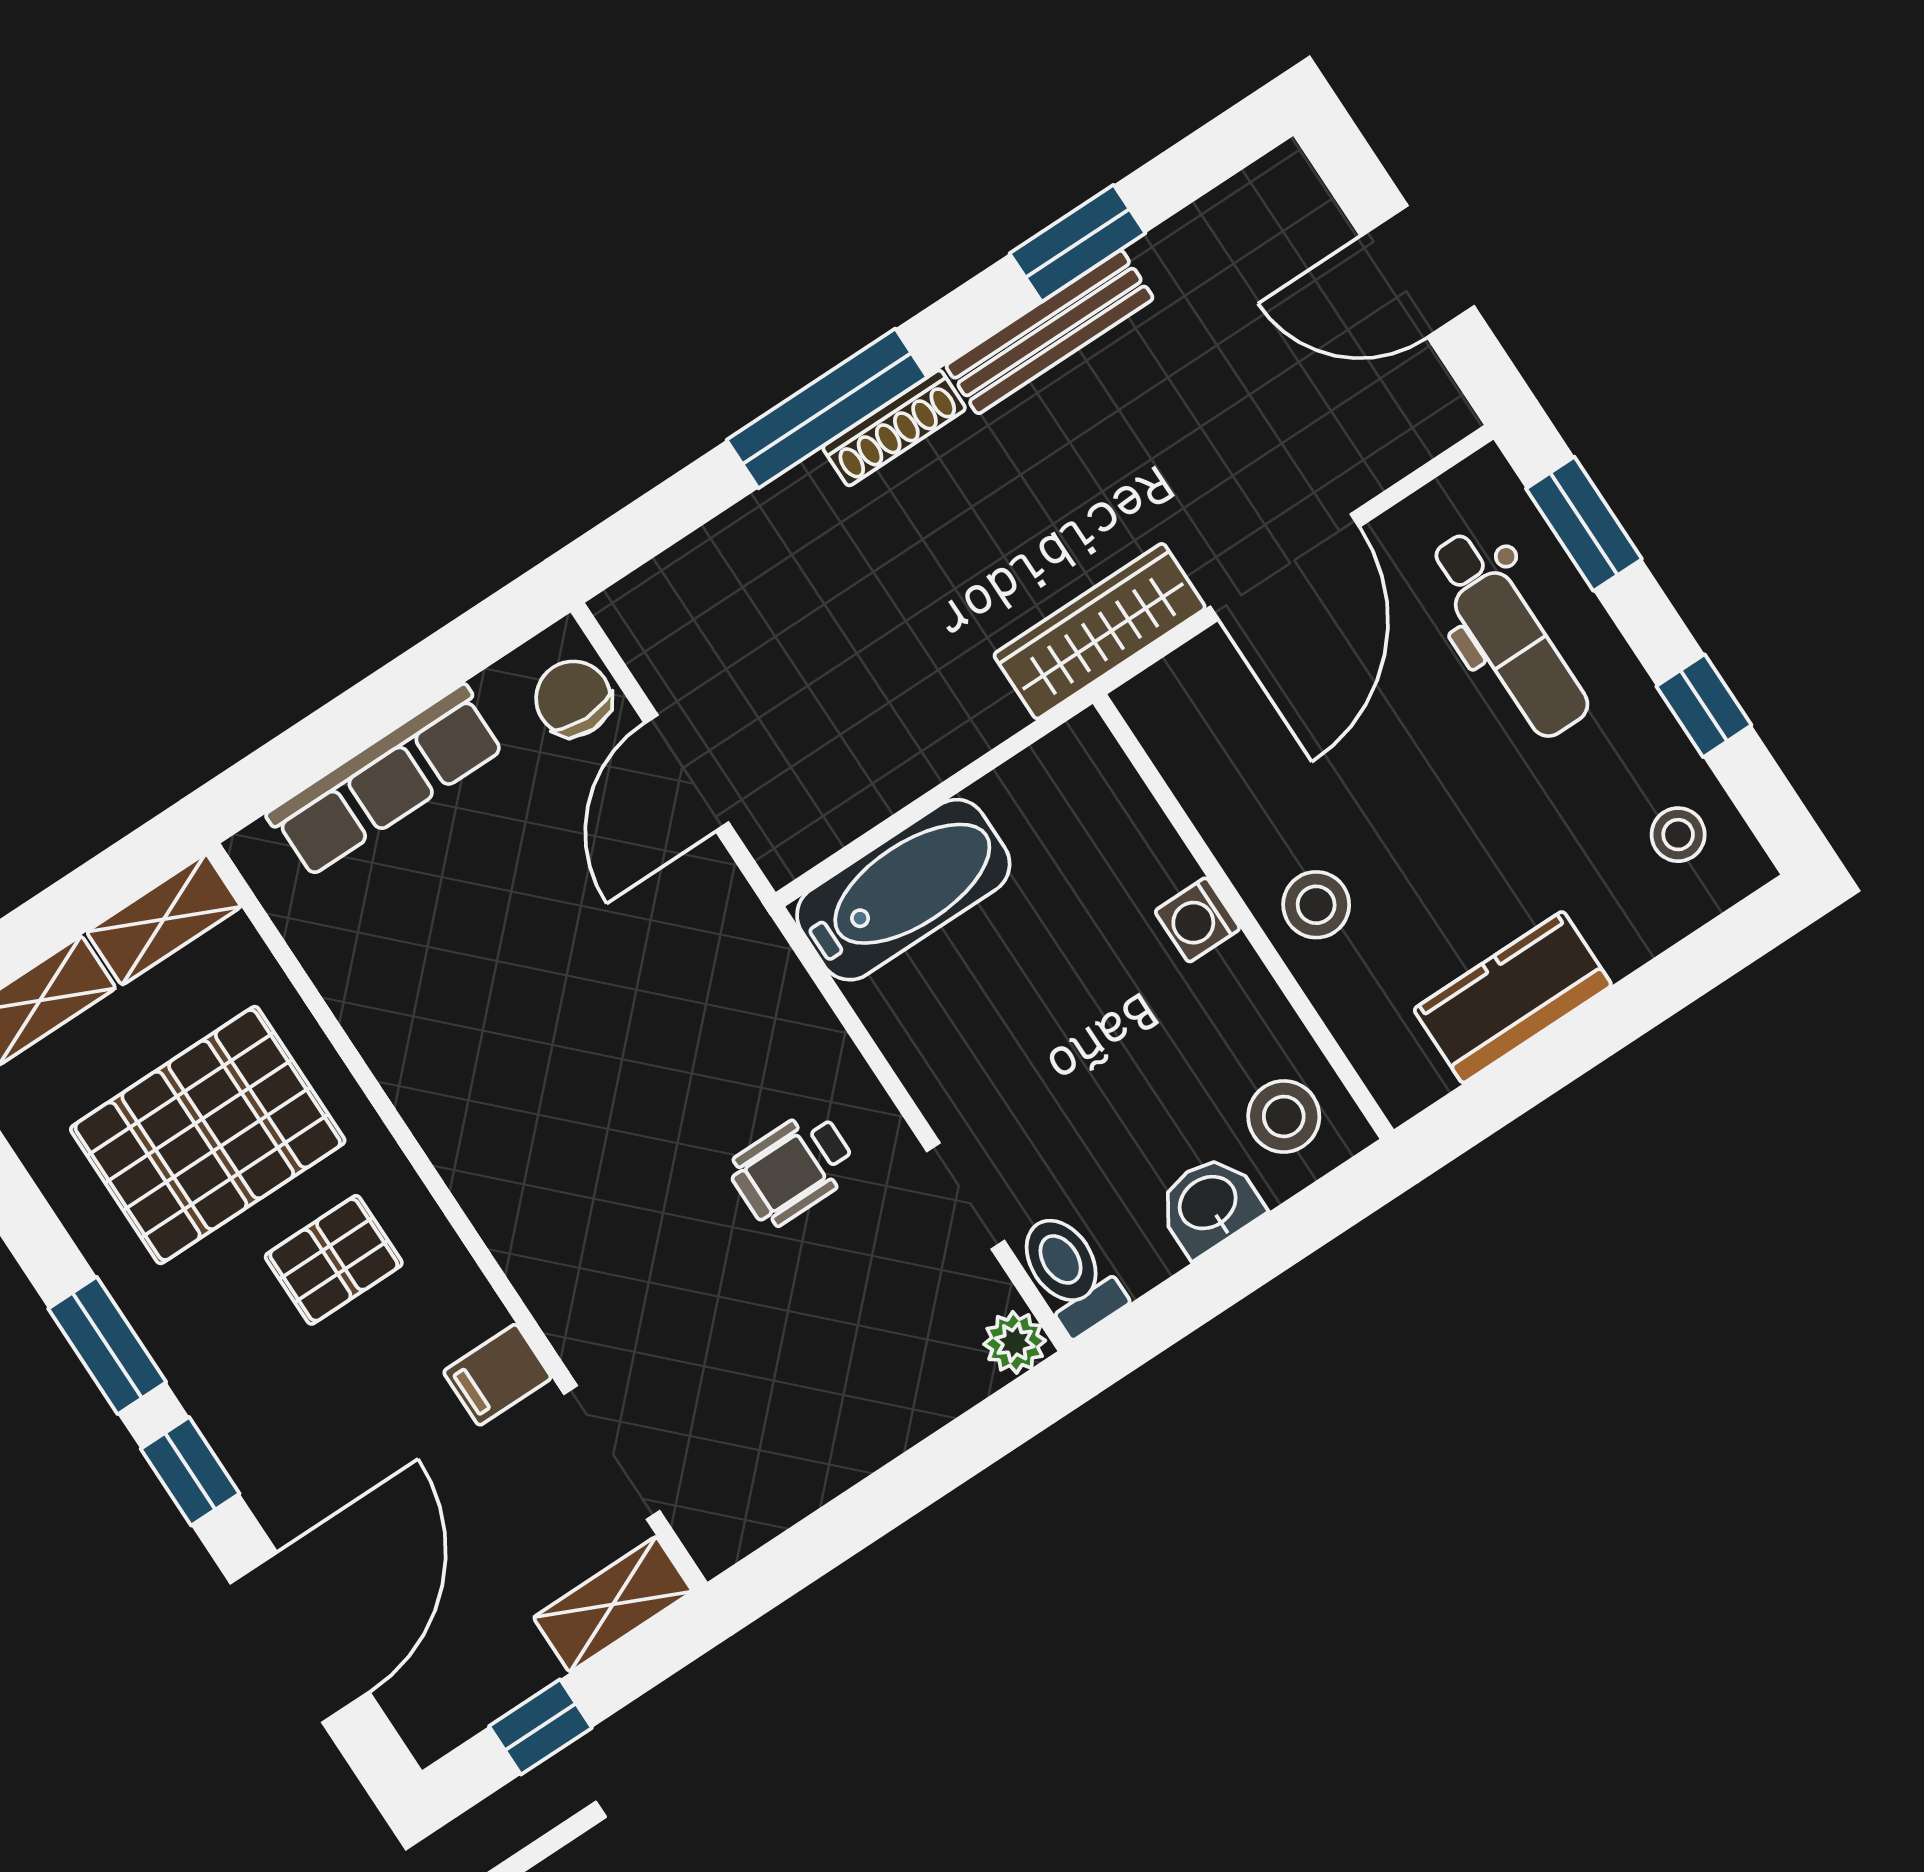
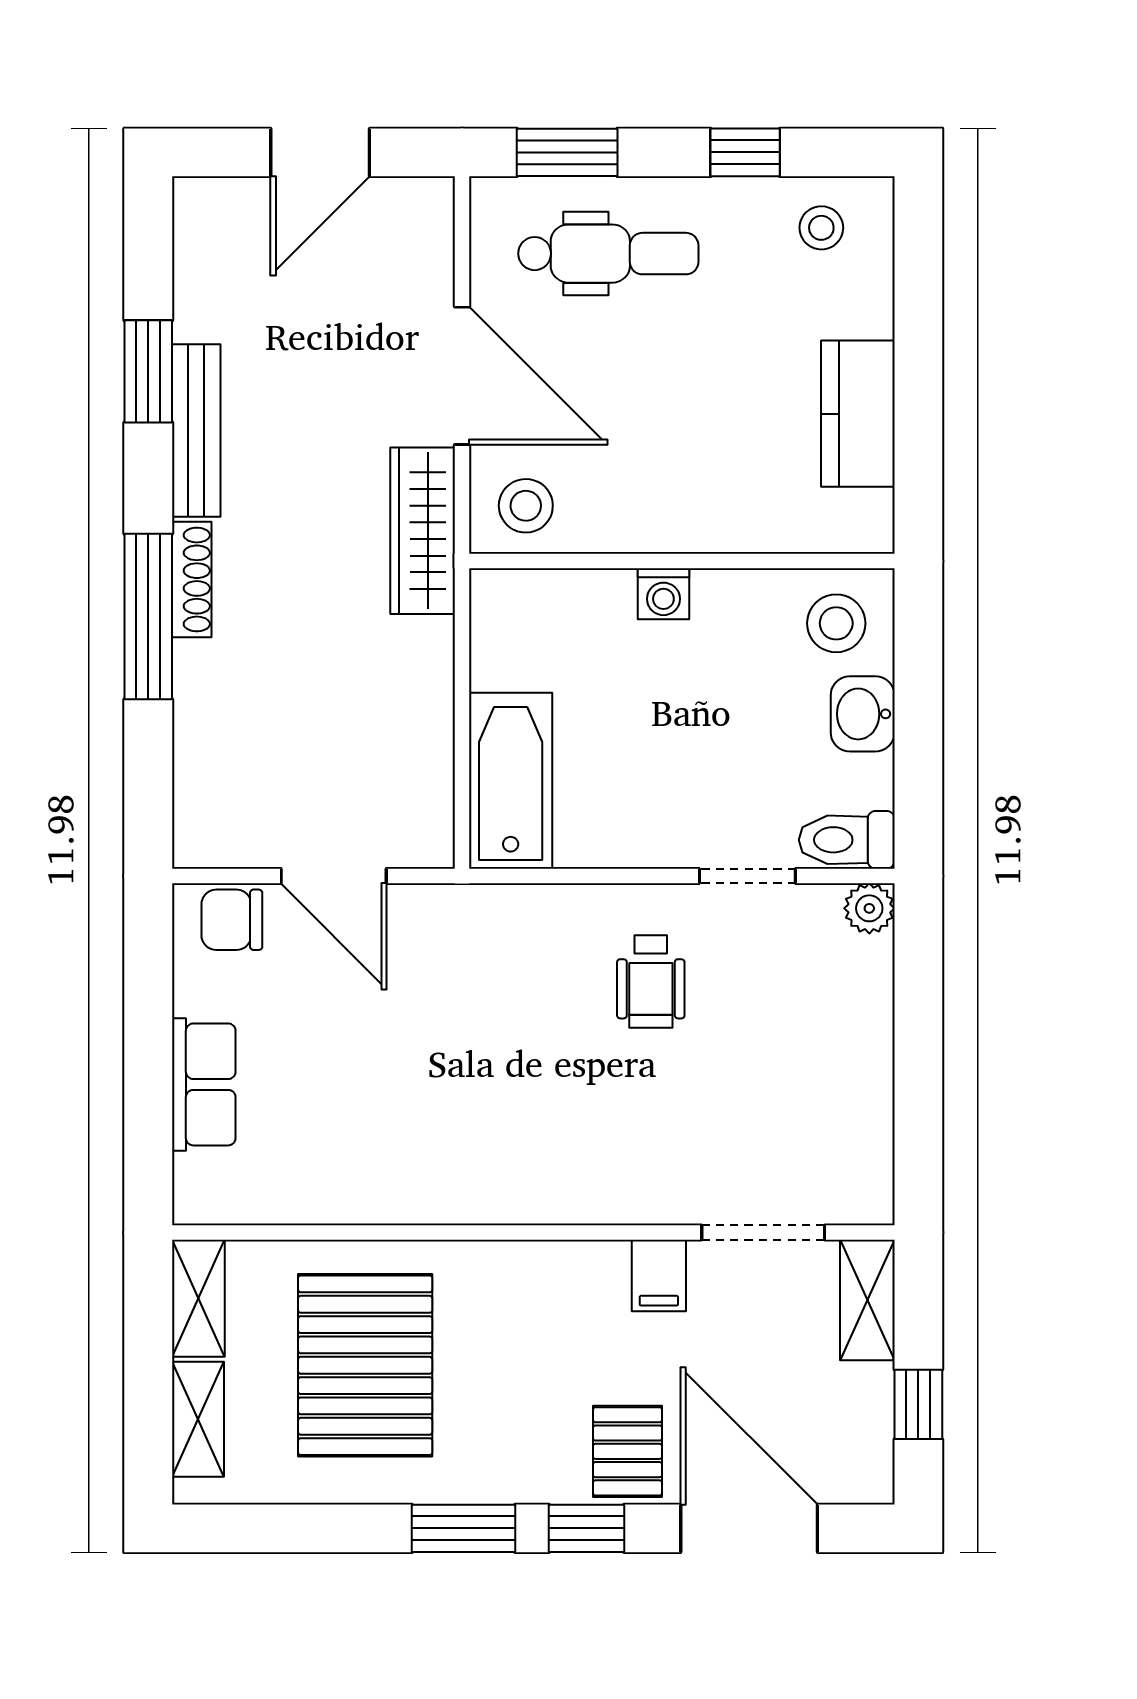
row of seats: (386, 781) -> (204, 1084), width x0.68
stool: (1316, 905) -> (526, 506), moved
pallet: (334, 1260) -> (627, 1451), moved

